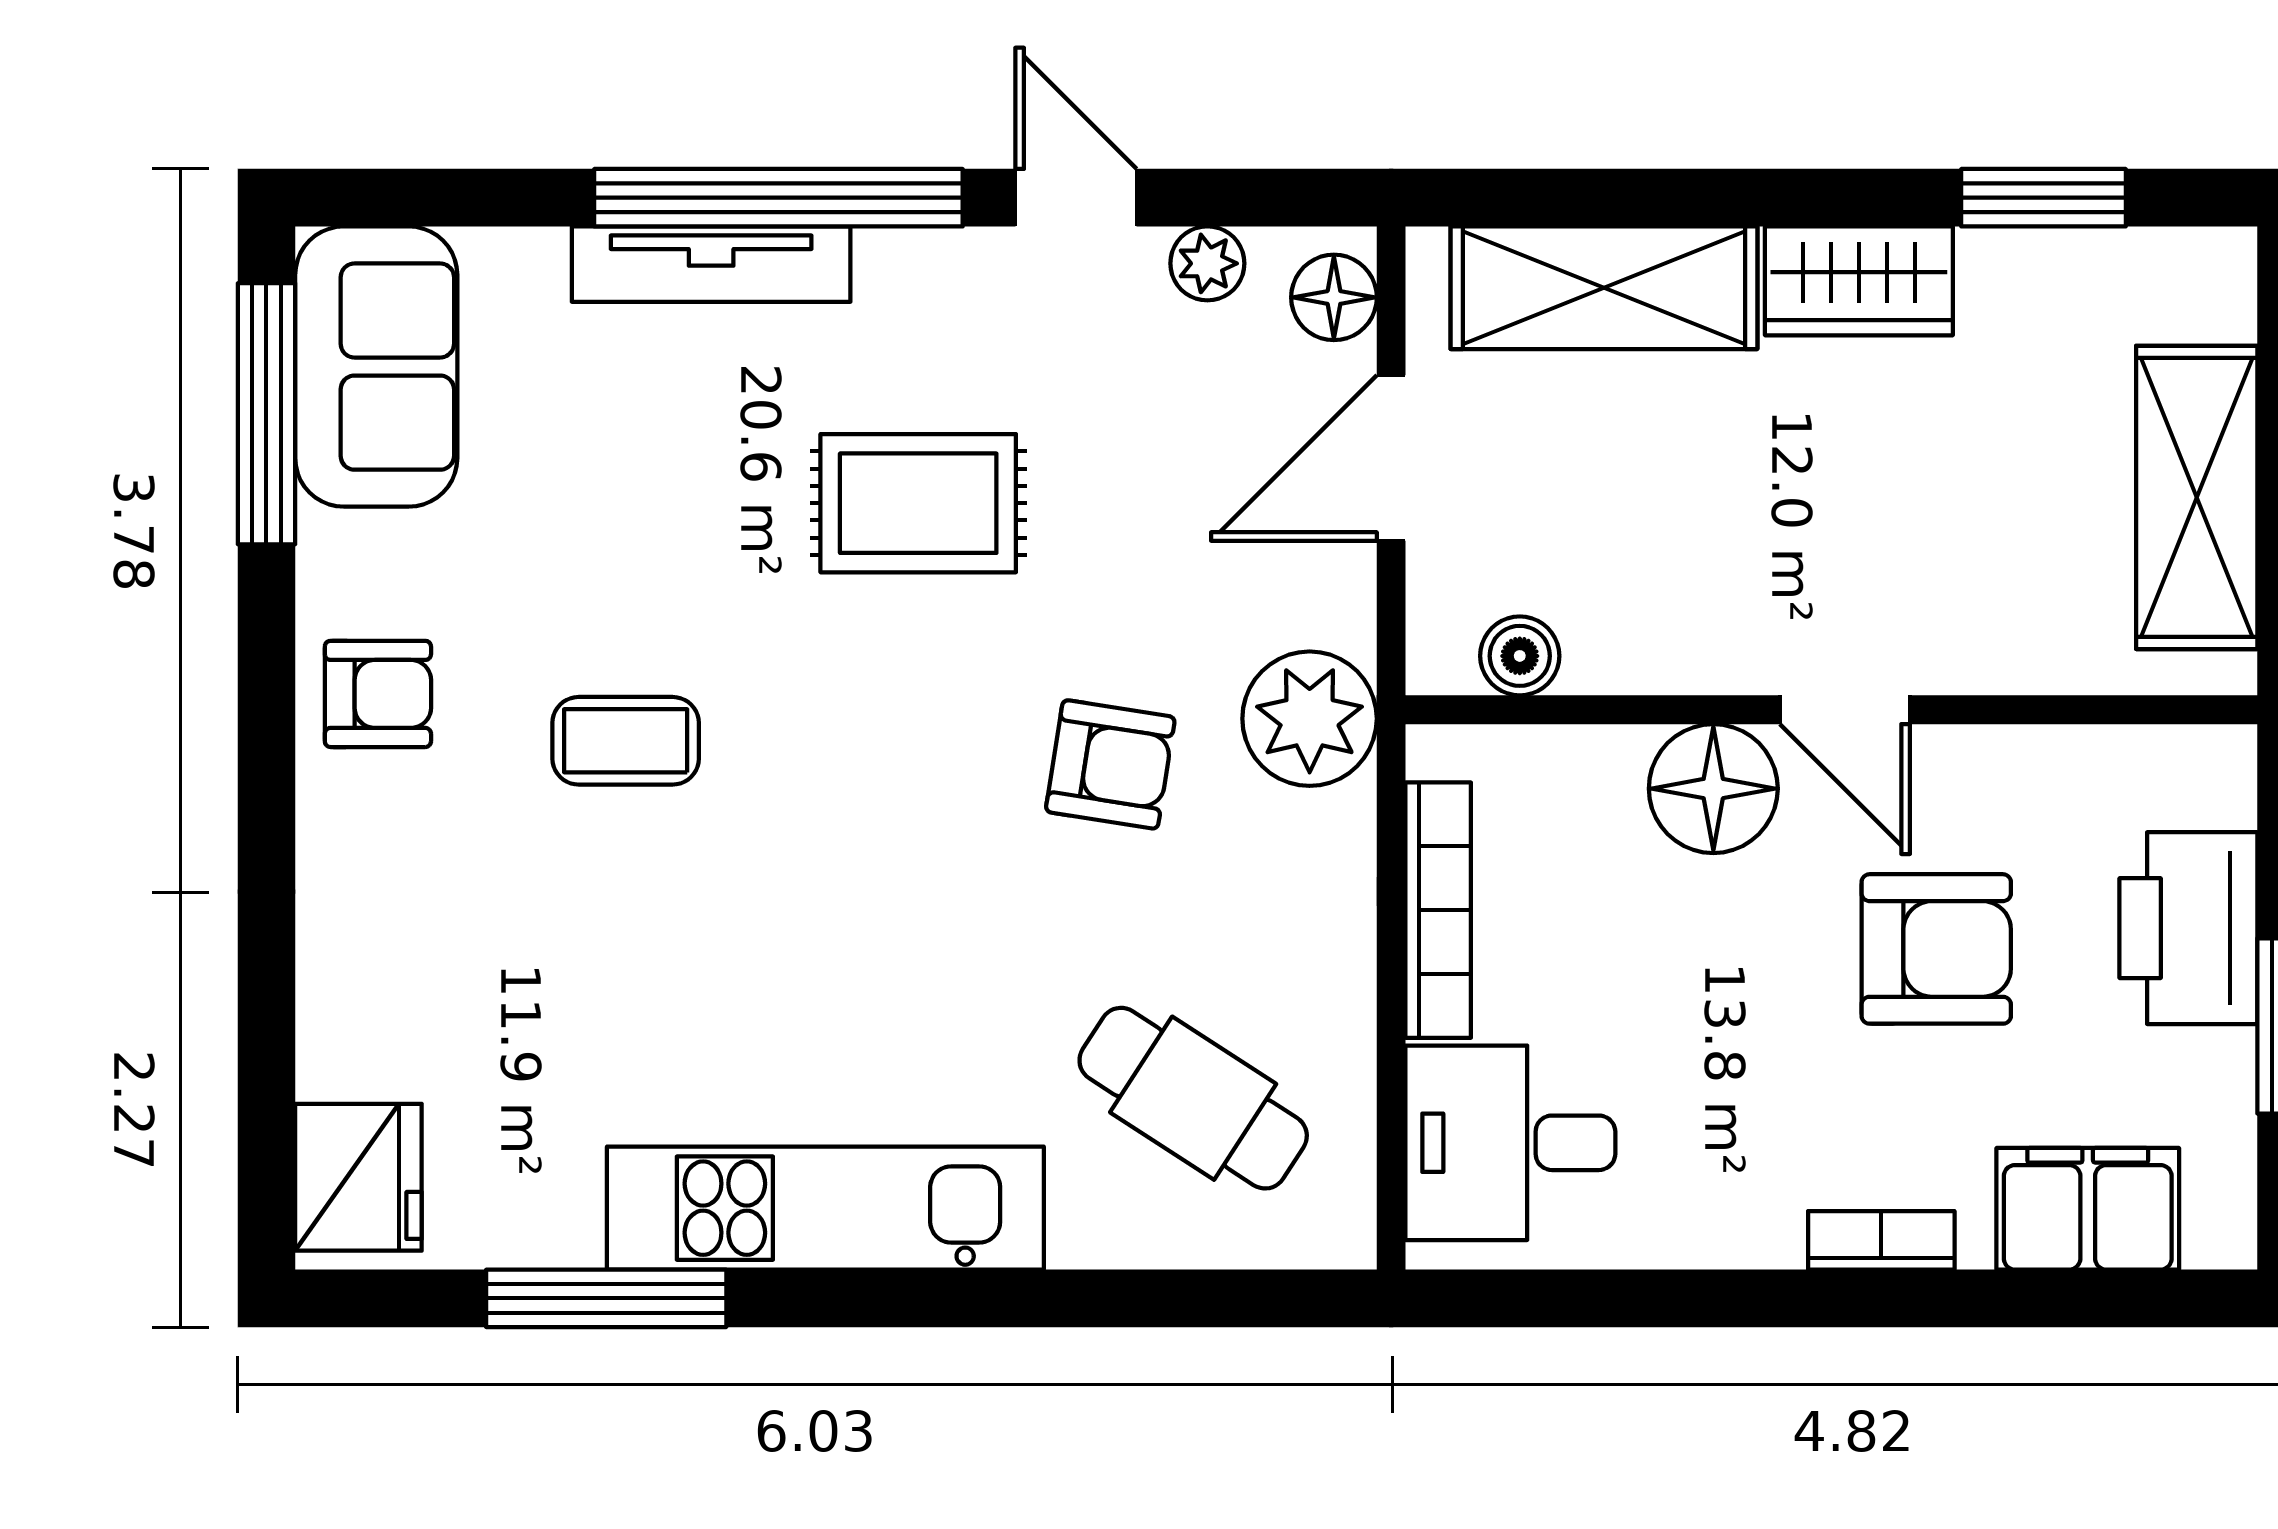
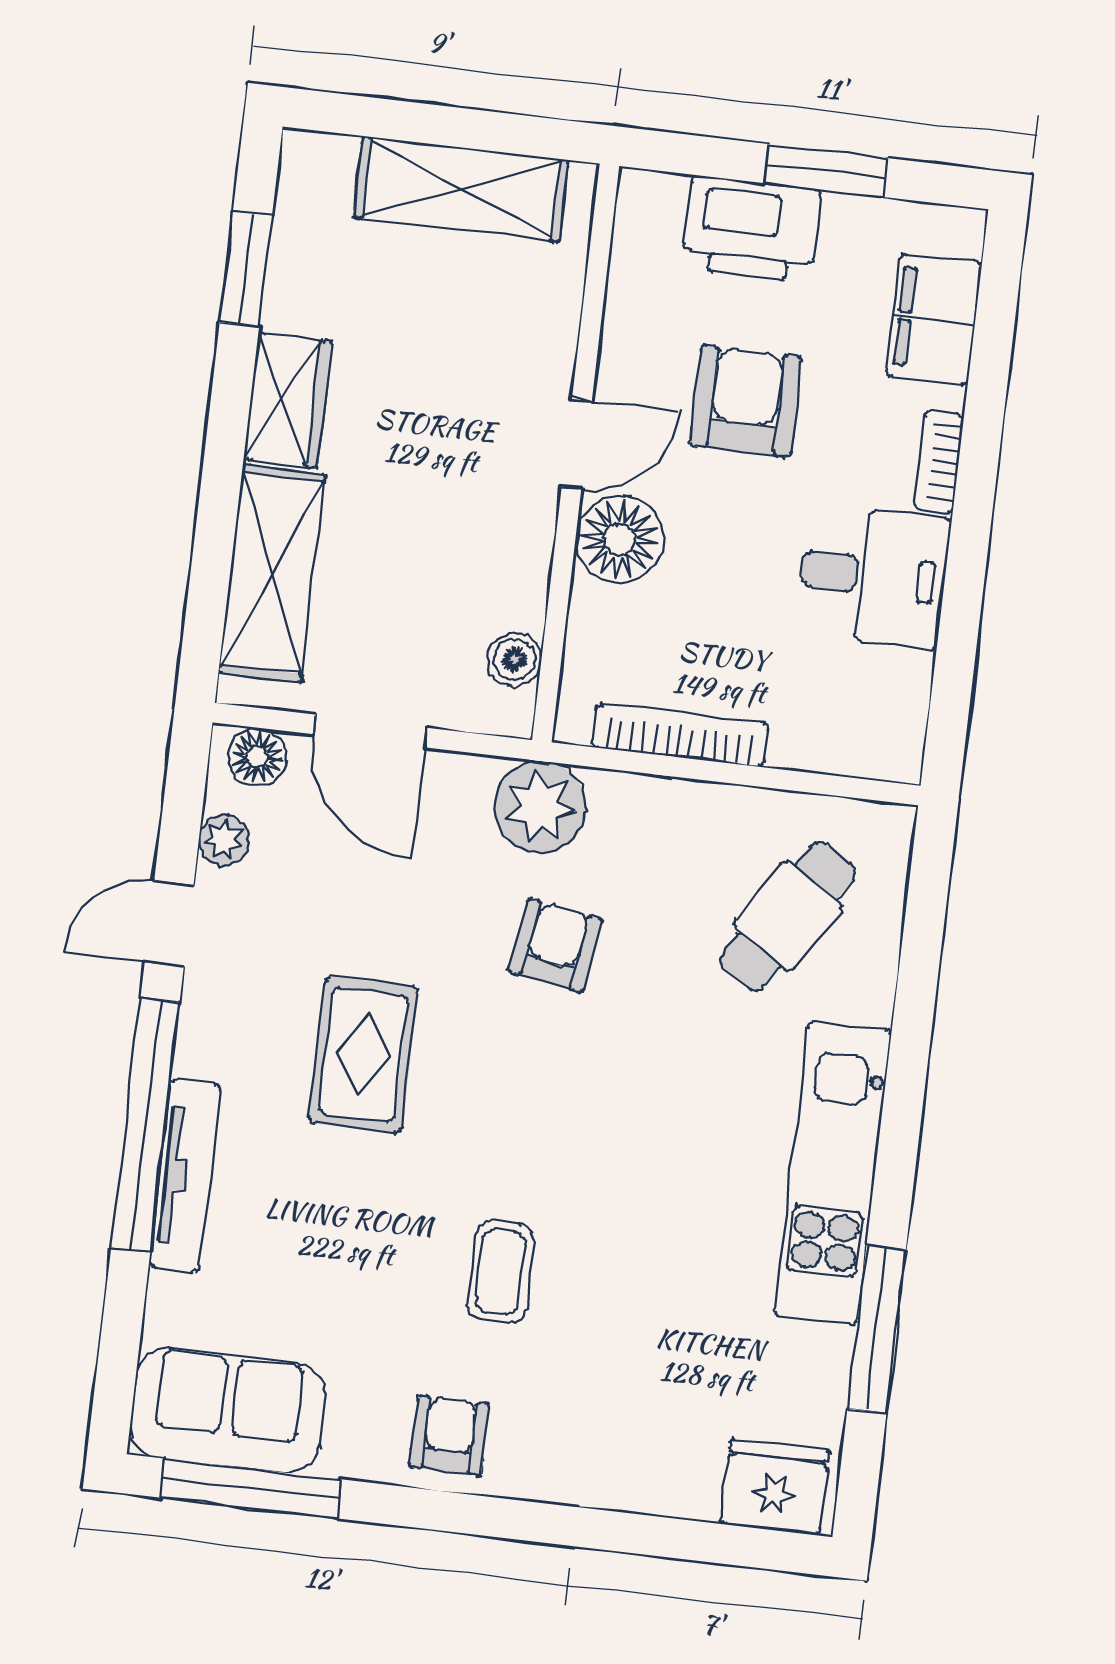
desk: (1510, 1143) -> (873, 576), moved, turned -90

